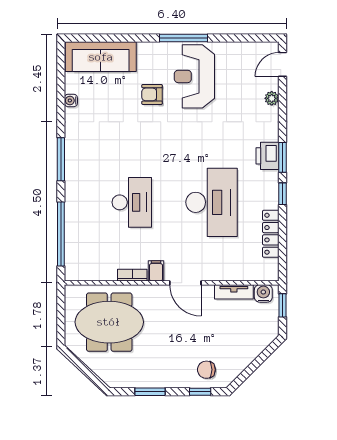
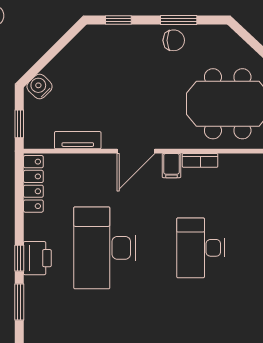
printer: (267, 156) -> (37, 258), moved
locker: (271, 234) -> (33, 184), moved
door: (185, 283) -> (136, 151), swing flipped
water cooler: (263, 293) -> (40, 87), moved, turned 135
chair: (206, 370) -> (174, 40), moved

